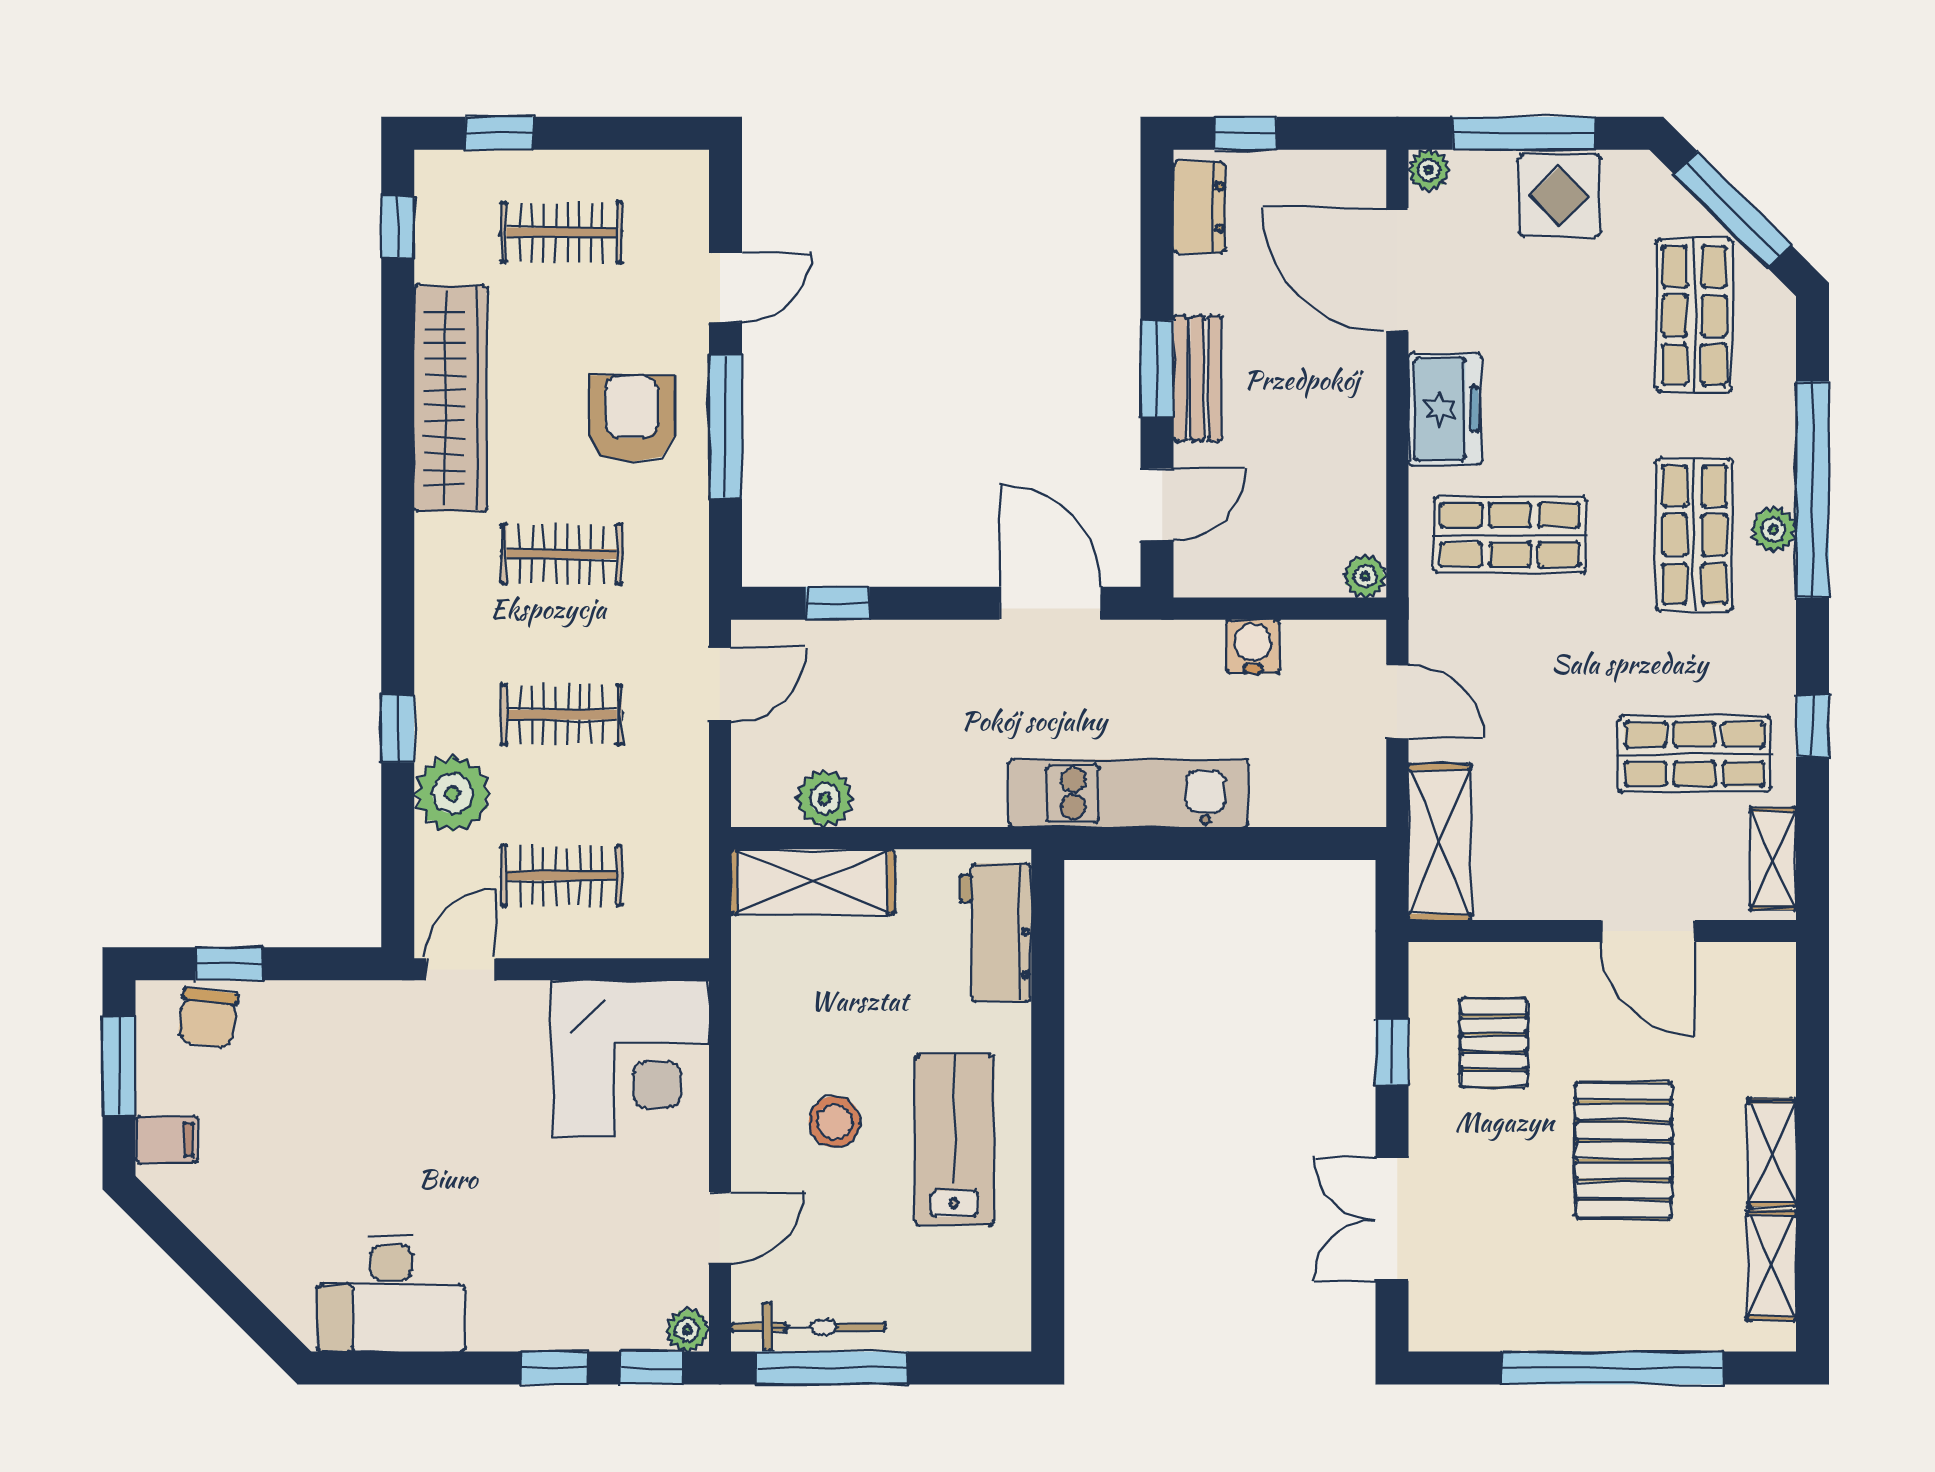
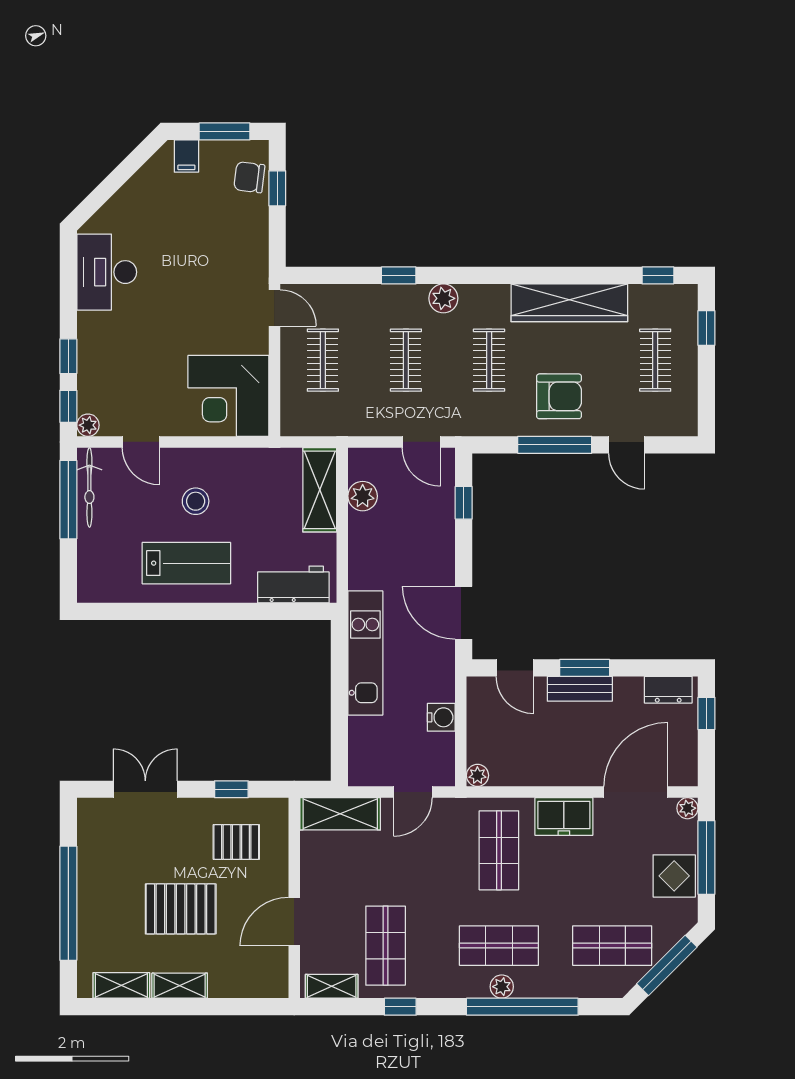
door: (1050, 603) -> (464, 613), swing flipped
plant: (452, 794) -> (443, 298), moved, width x0.73, depth x0.73

